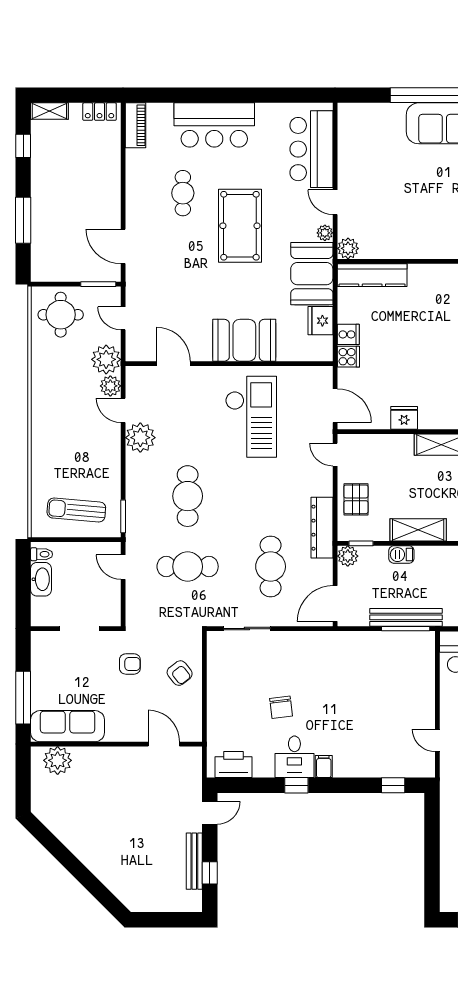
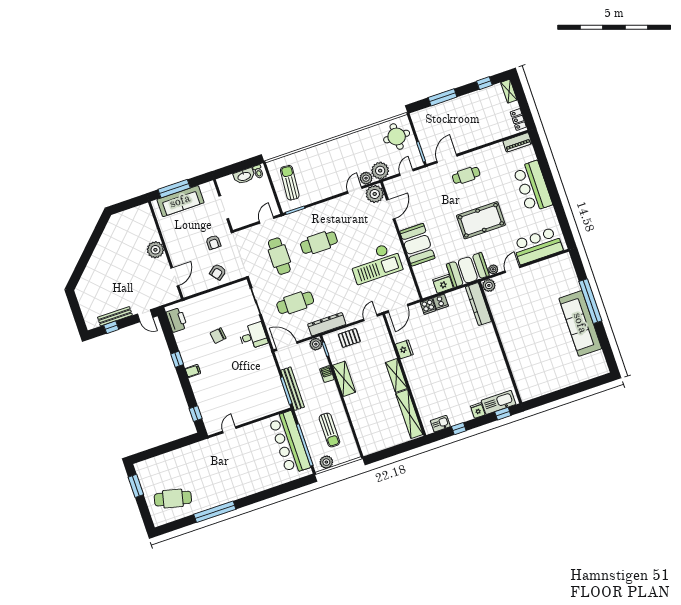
cafe table: (183, 193) -> (466, 175), moved
plant: (140, 438) -> (375, 194), moved
sofa: (68, 726) -> (180, 201), moved, turned 90
desk: (294, 757) -> (253, 336), moved, turned 180
plant: (58, 760) -> (155, 250), moved

